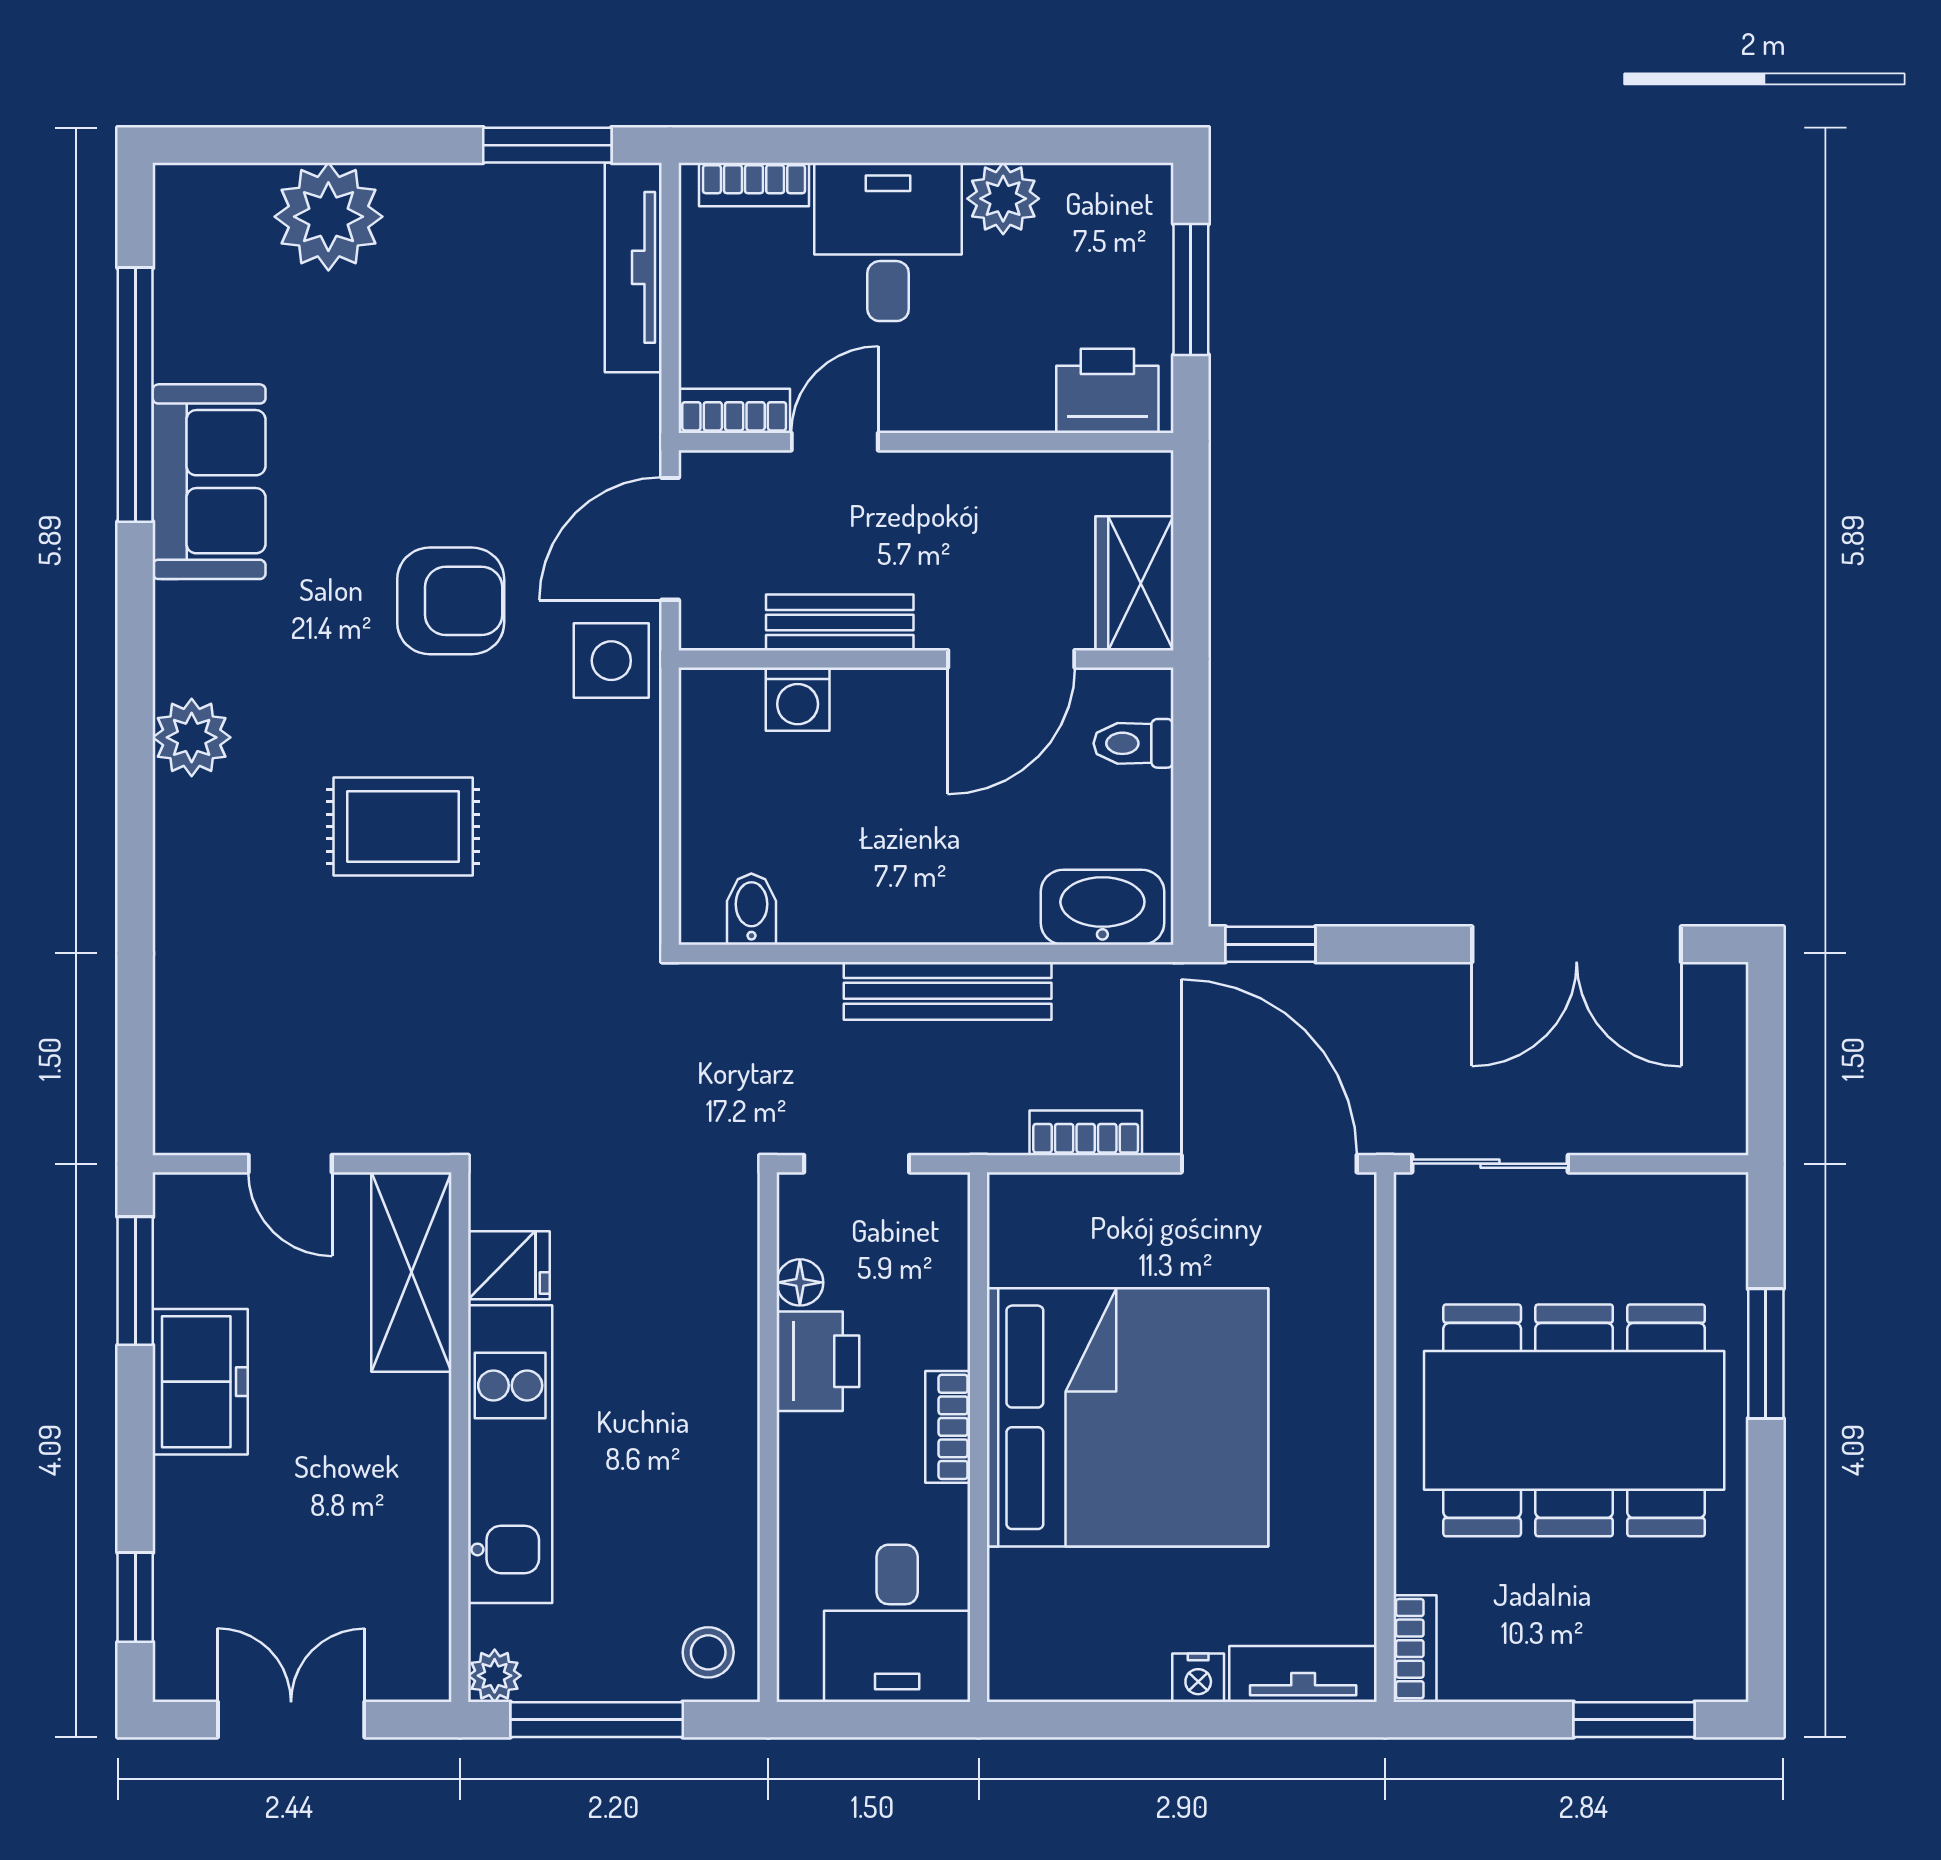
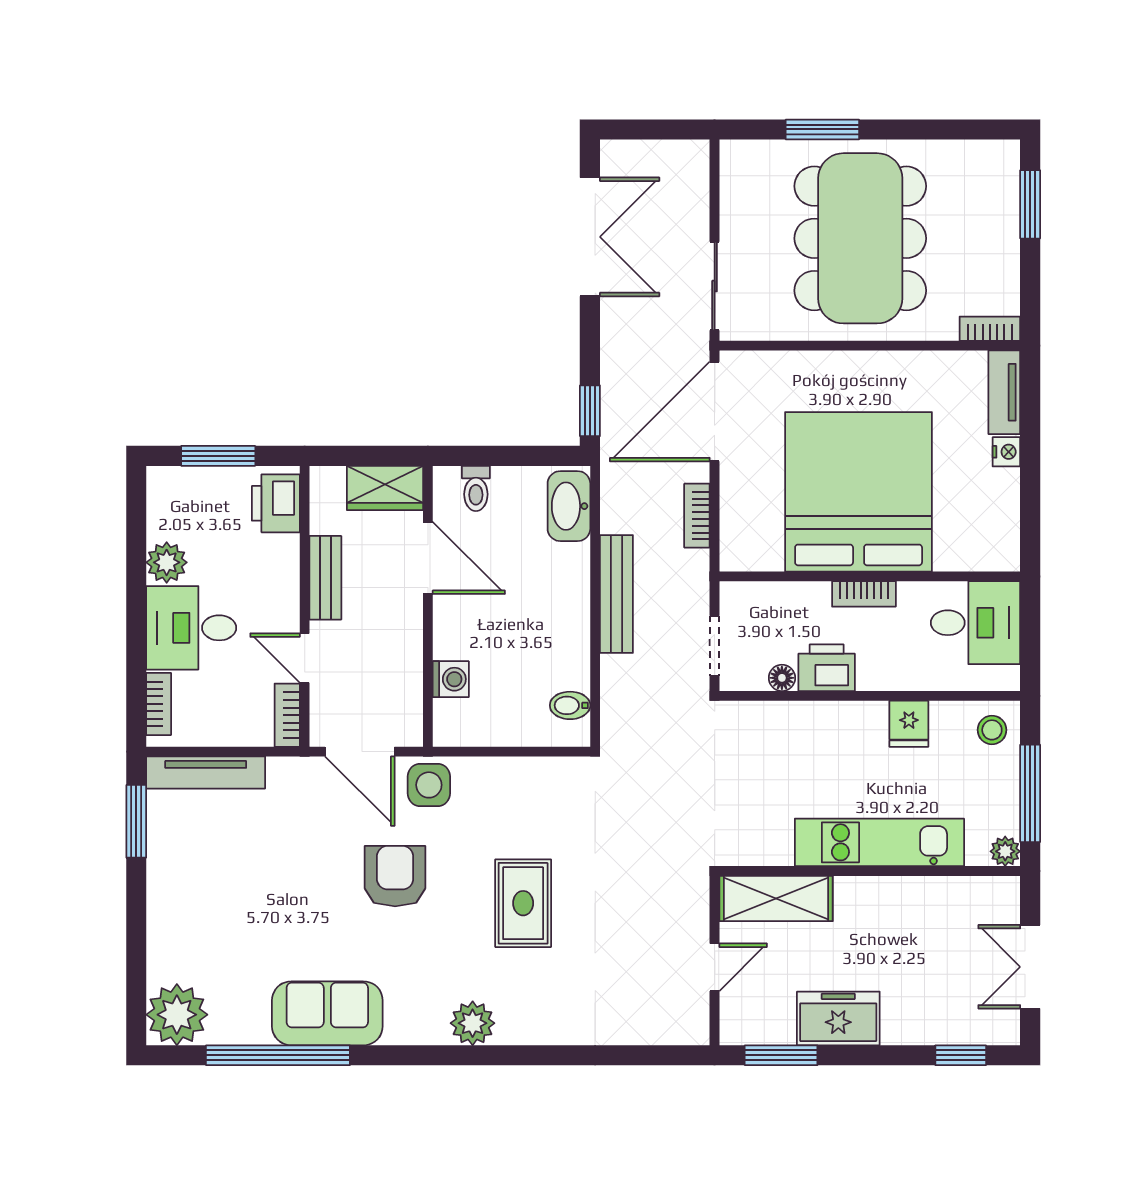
plant: (328, 217) -> (177, 1015), moved
bench: (840, 622) -> (325, 578), moved
fridge: (509, 1265) -> (909, 724), moved, turned 180

